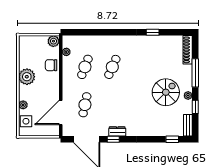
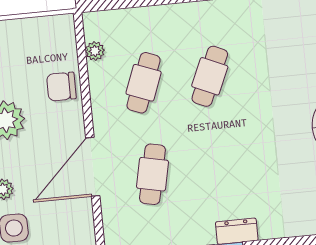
plant: (53, 41) -> (61, 28), removed
door: (61, 113) -> (93, 167), moved

